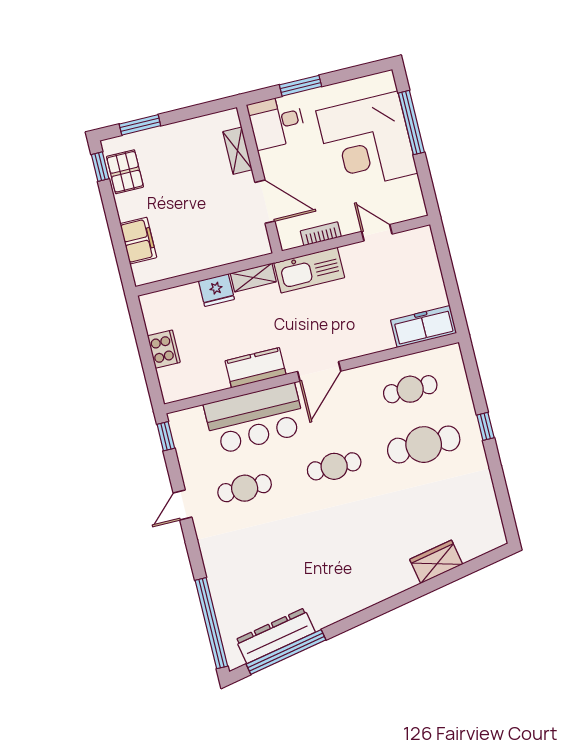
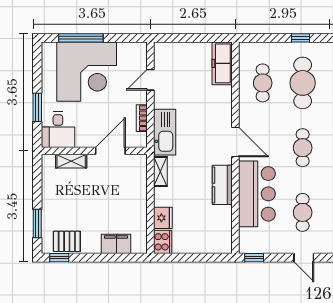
fridge: (216, 290) -> (163, 218), moved
cooker: (164, 349) -> (163, 242), moved, turned 90

